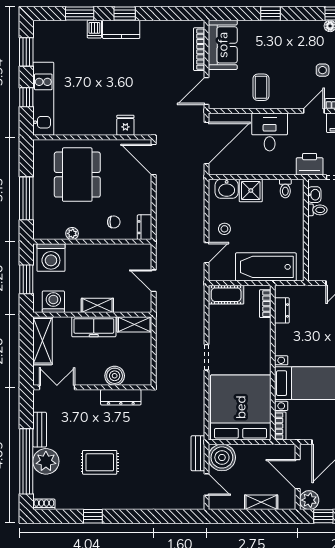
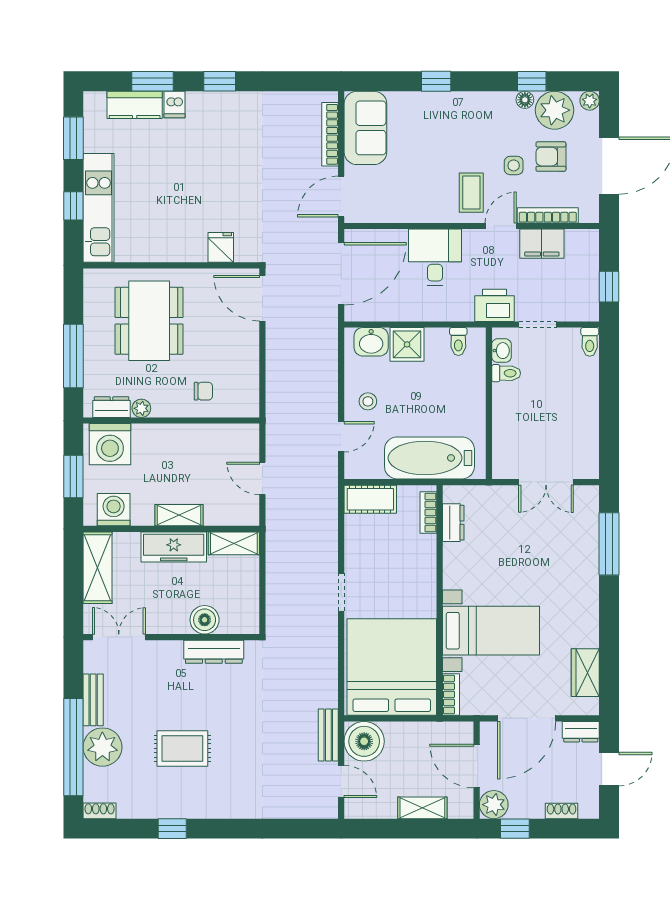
kitchen counter: (121, 29) -> (135, 105), moved
coffee table: (261, 87) -> (471, 193), moved
dresser: (144, 227) -> (112, 407), moved, turned 90

